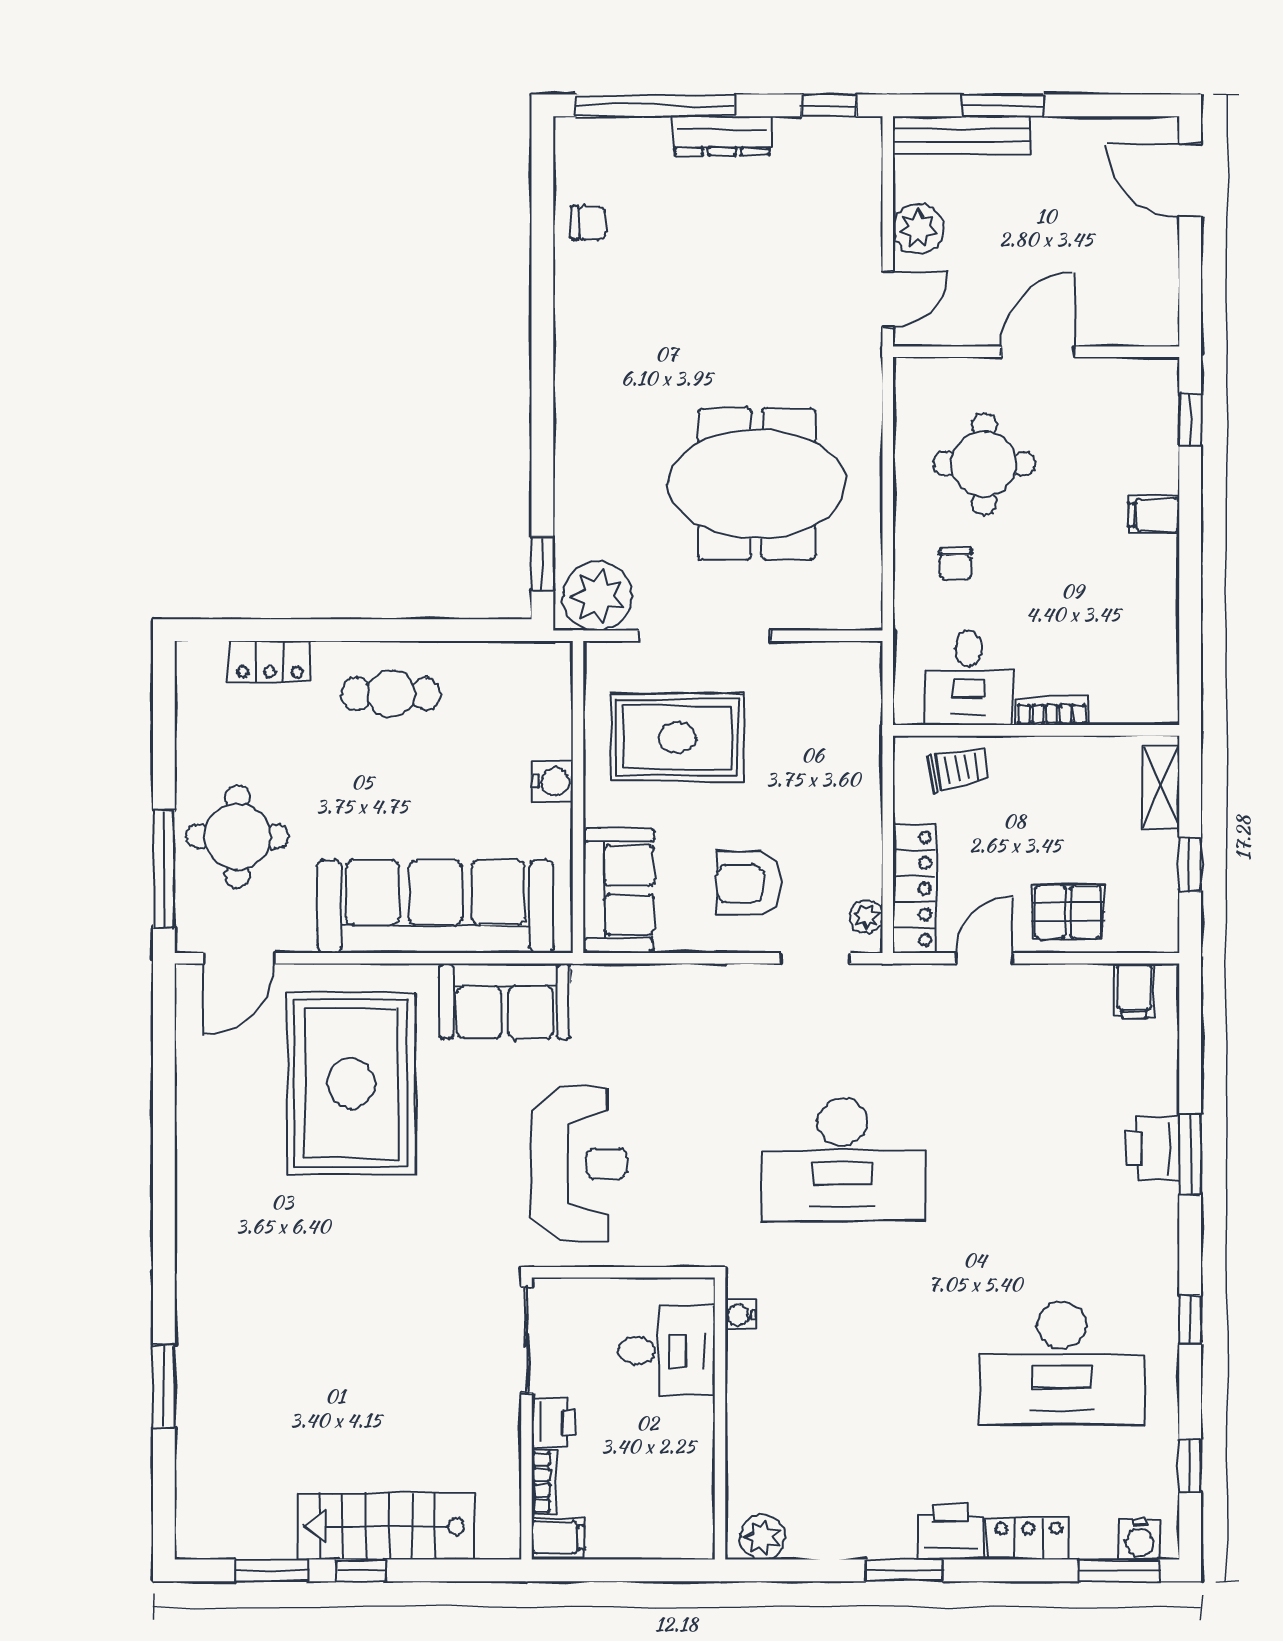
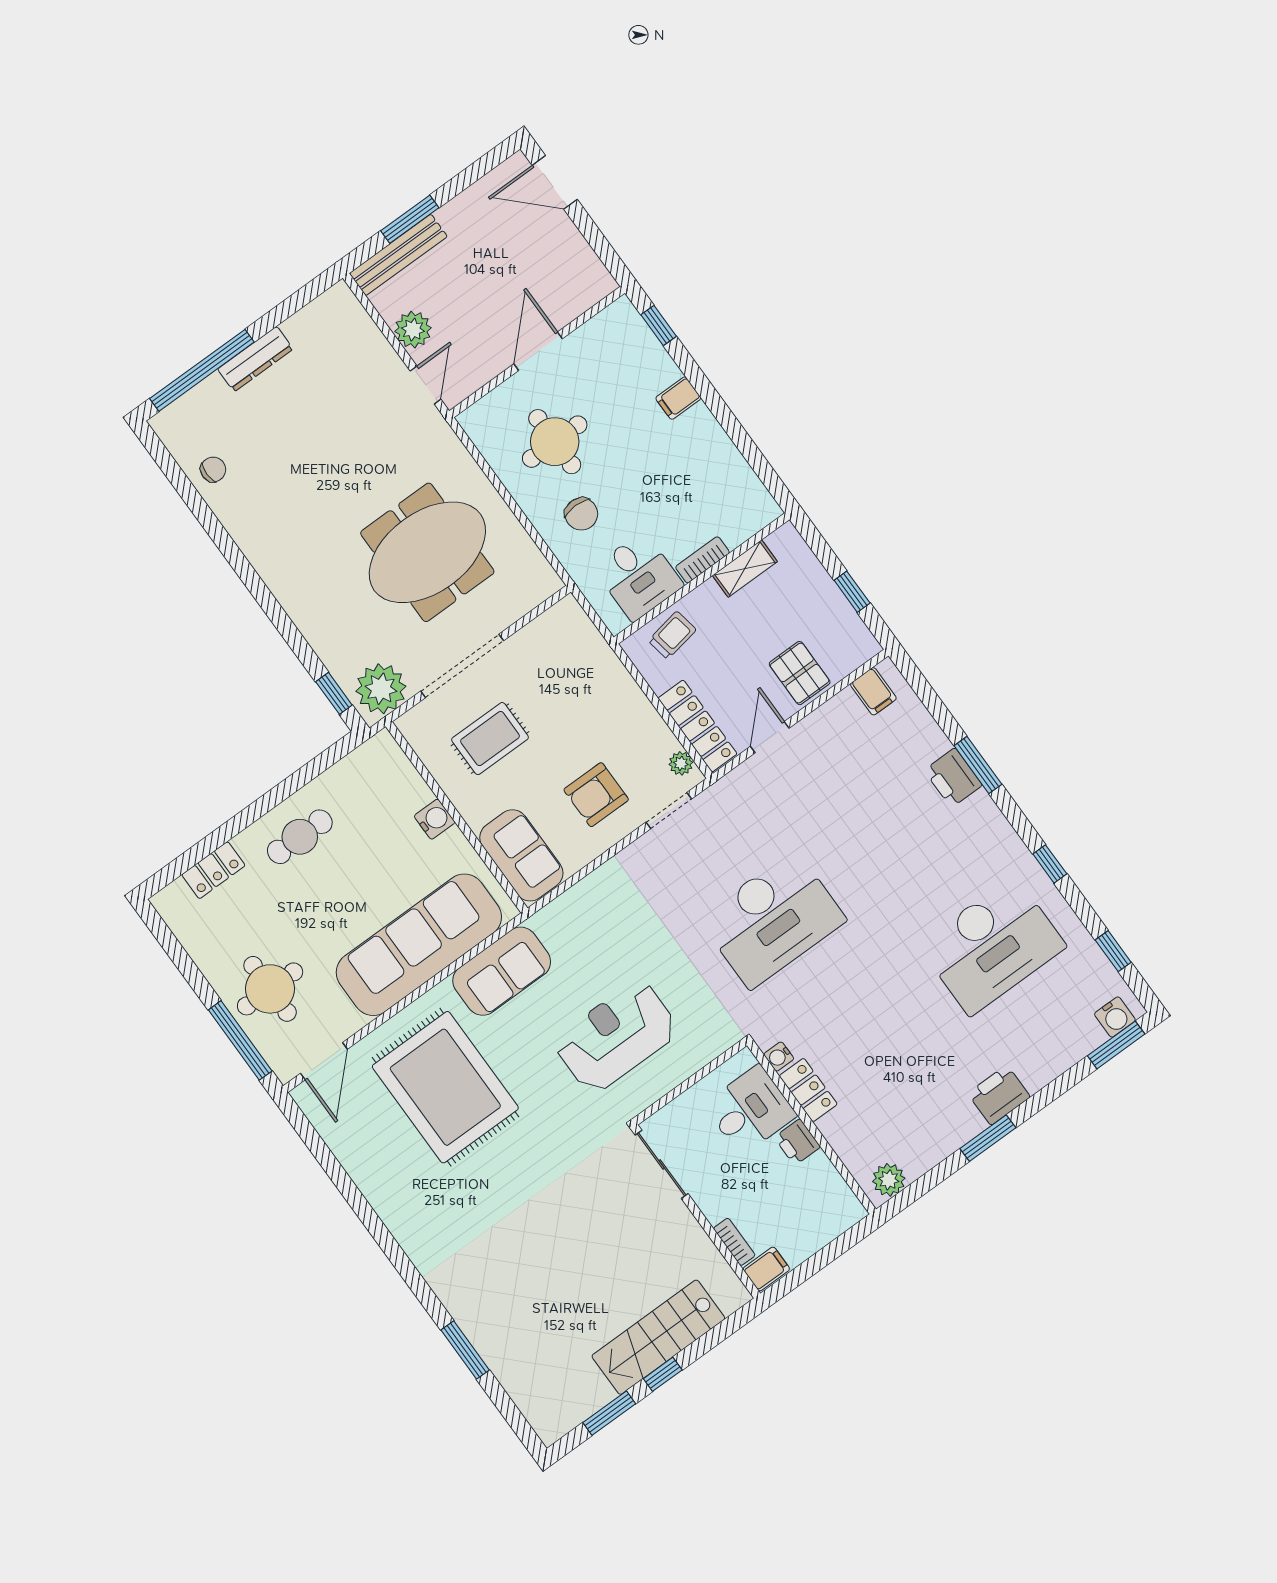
window: (829, 105) -> (306, 294), removed
chair: (956, 564) -> (581, 514), width x1.37, depth x1.37
rug: (677, 737) -> (490, 739), width x0.73, depth x0.70
shelving: (1161, 787) -> (745, 569), moved, turned 90
pallet: (1068, 912) -> (800, 673), turned 90
reception desk: (578, 1164) -> (616, 1036), turned -90
printer: (554, 1423) -> (797, 1142), moved, turned 180
locker: (1029, 1539) -> (808, 1090), moved, turned 90

